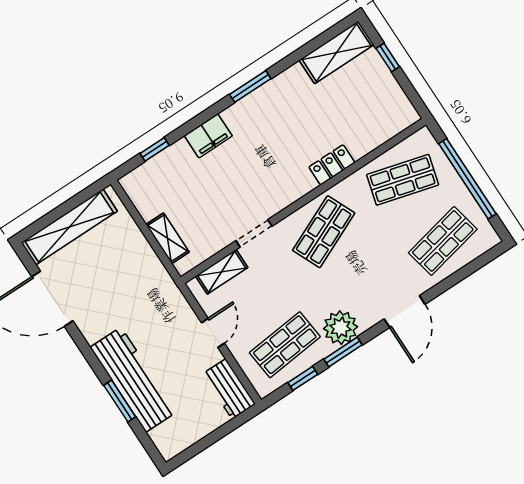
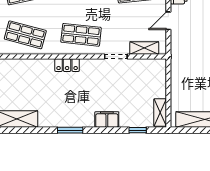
locker: (332, 165) -> (67, 65), moved
shop shelf: (324, 232) -> (81, 35), turned 30
shelving: (168, 238) -> (160, 112), moved

